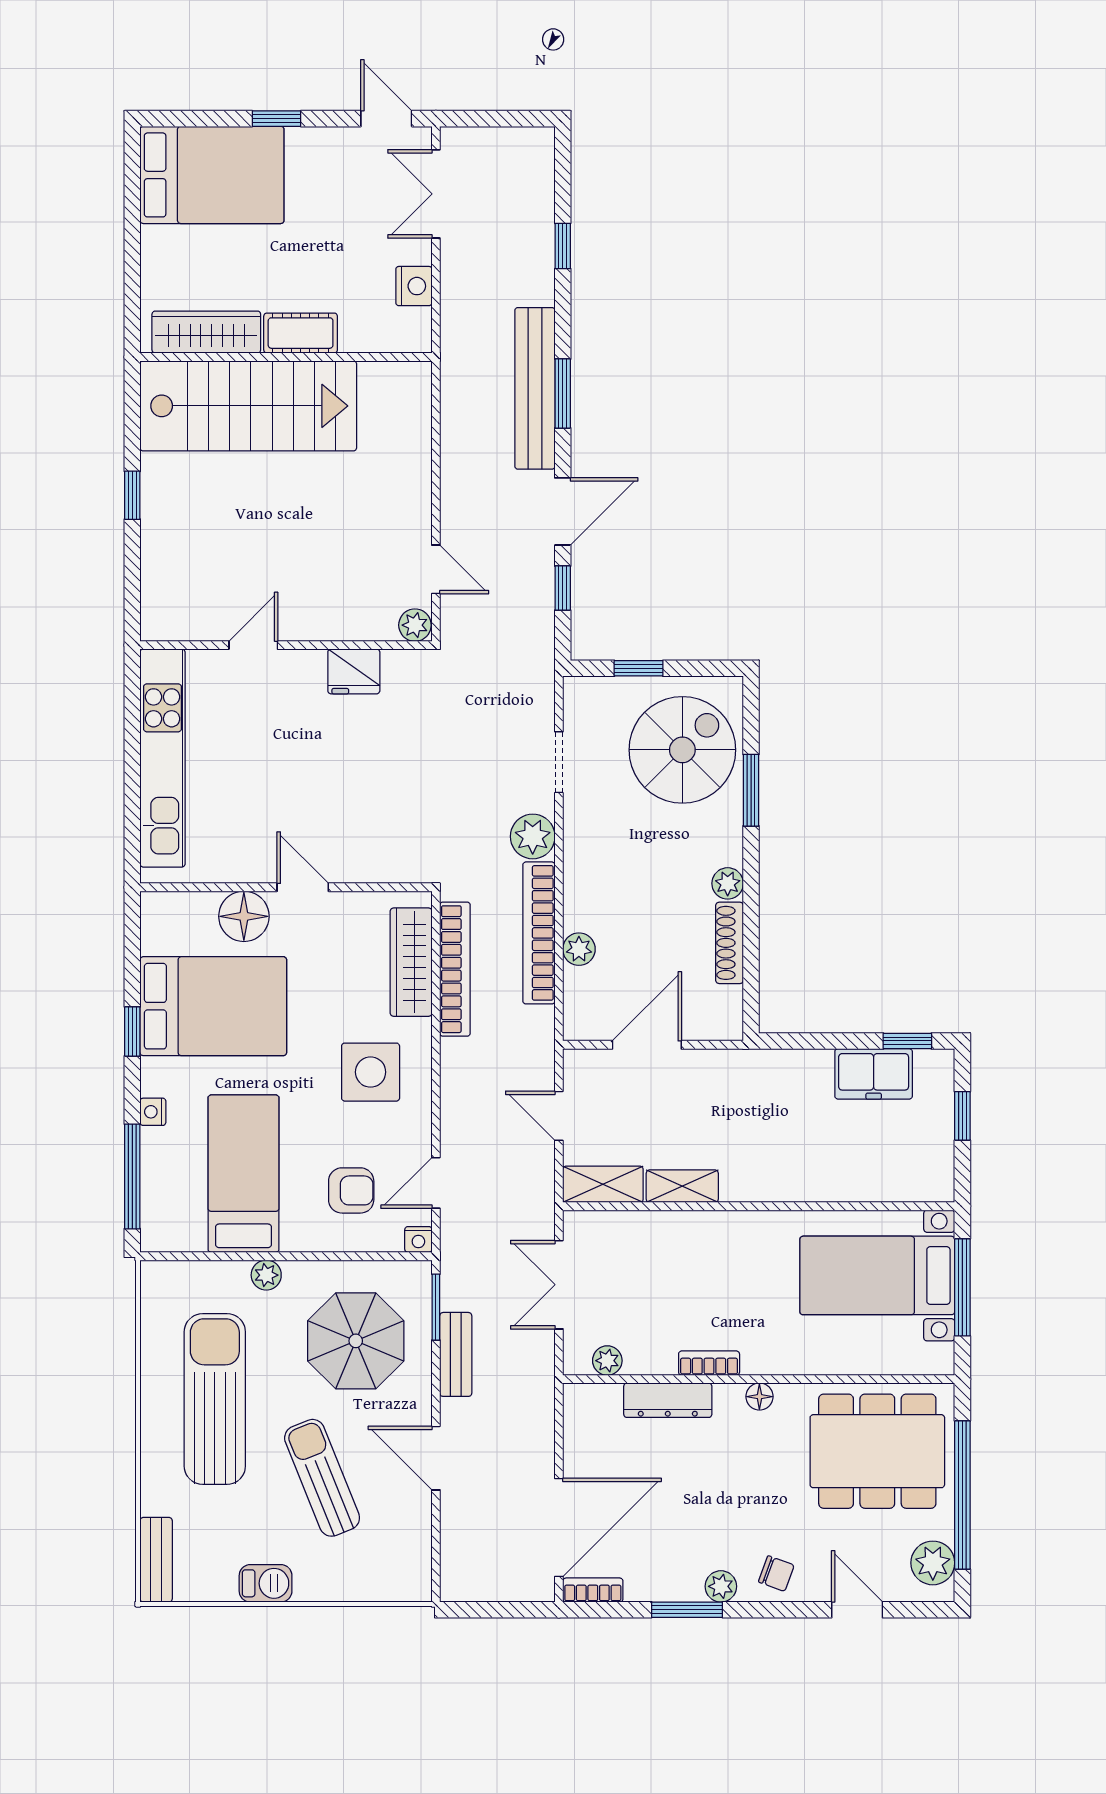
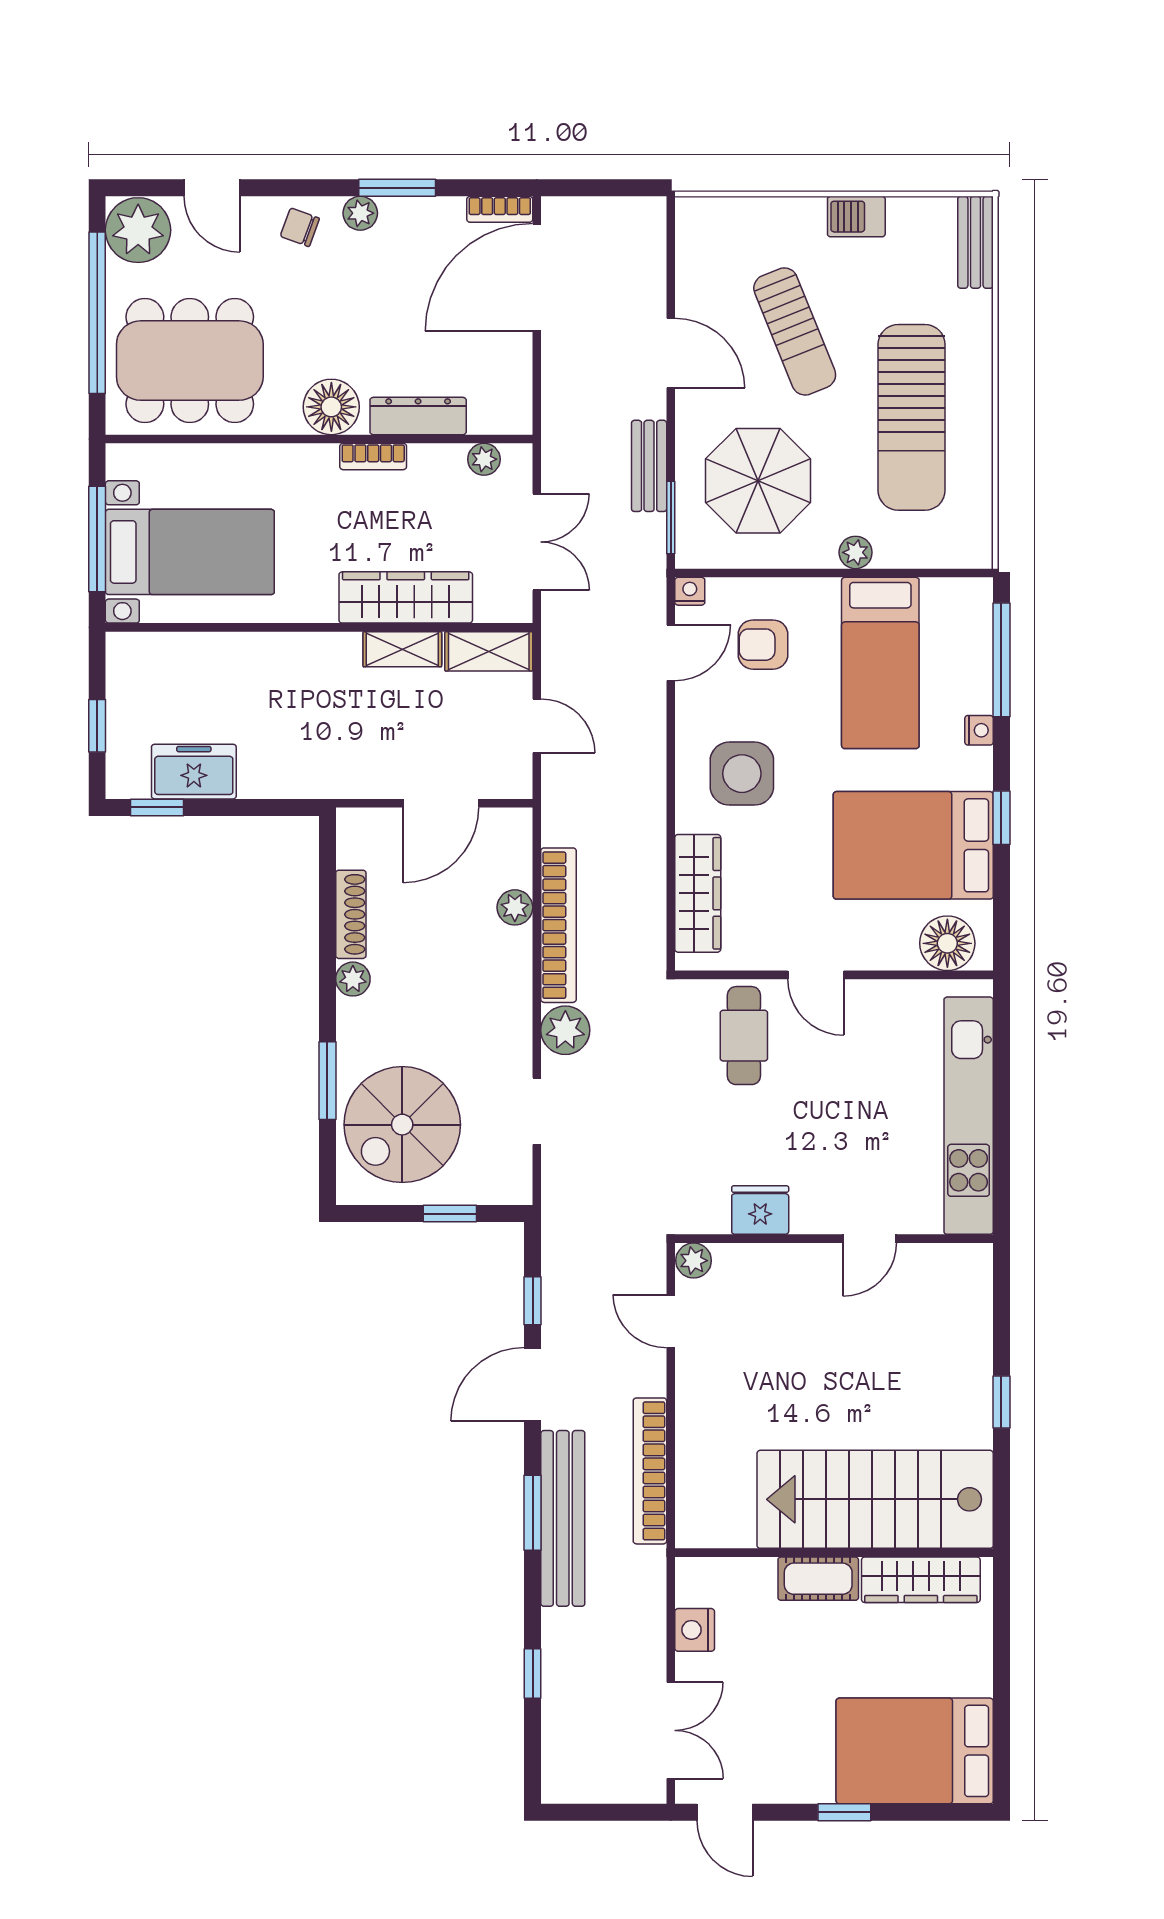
cafe table: (369, 832) -> (744, 1036), added
floor lamp: (244, 916) -> (947, 943), moved
bookcase: (455, 969) -> (650, 1471), moved
wardrobe: (679, 1234) -> (406, 597), added
floor lamp: (759, 1397) -> (331, 407), width x1.89, depth x1.89
plant: (933, 1563) -> (138, 230), width x1.36, depth x1.36

